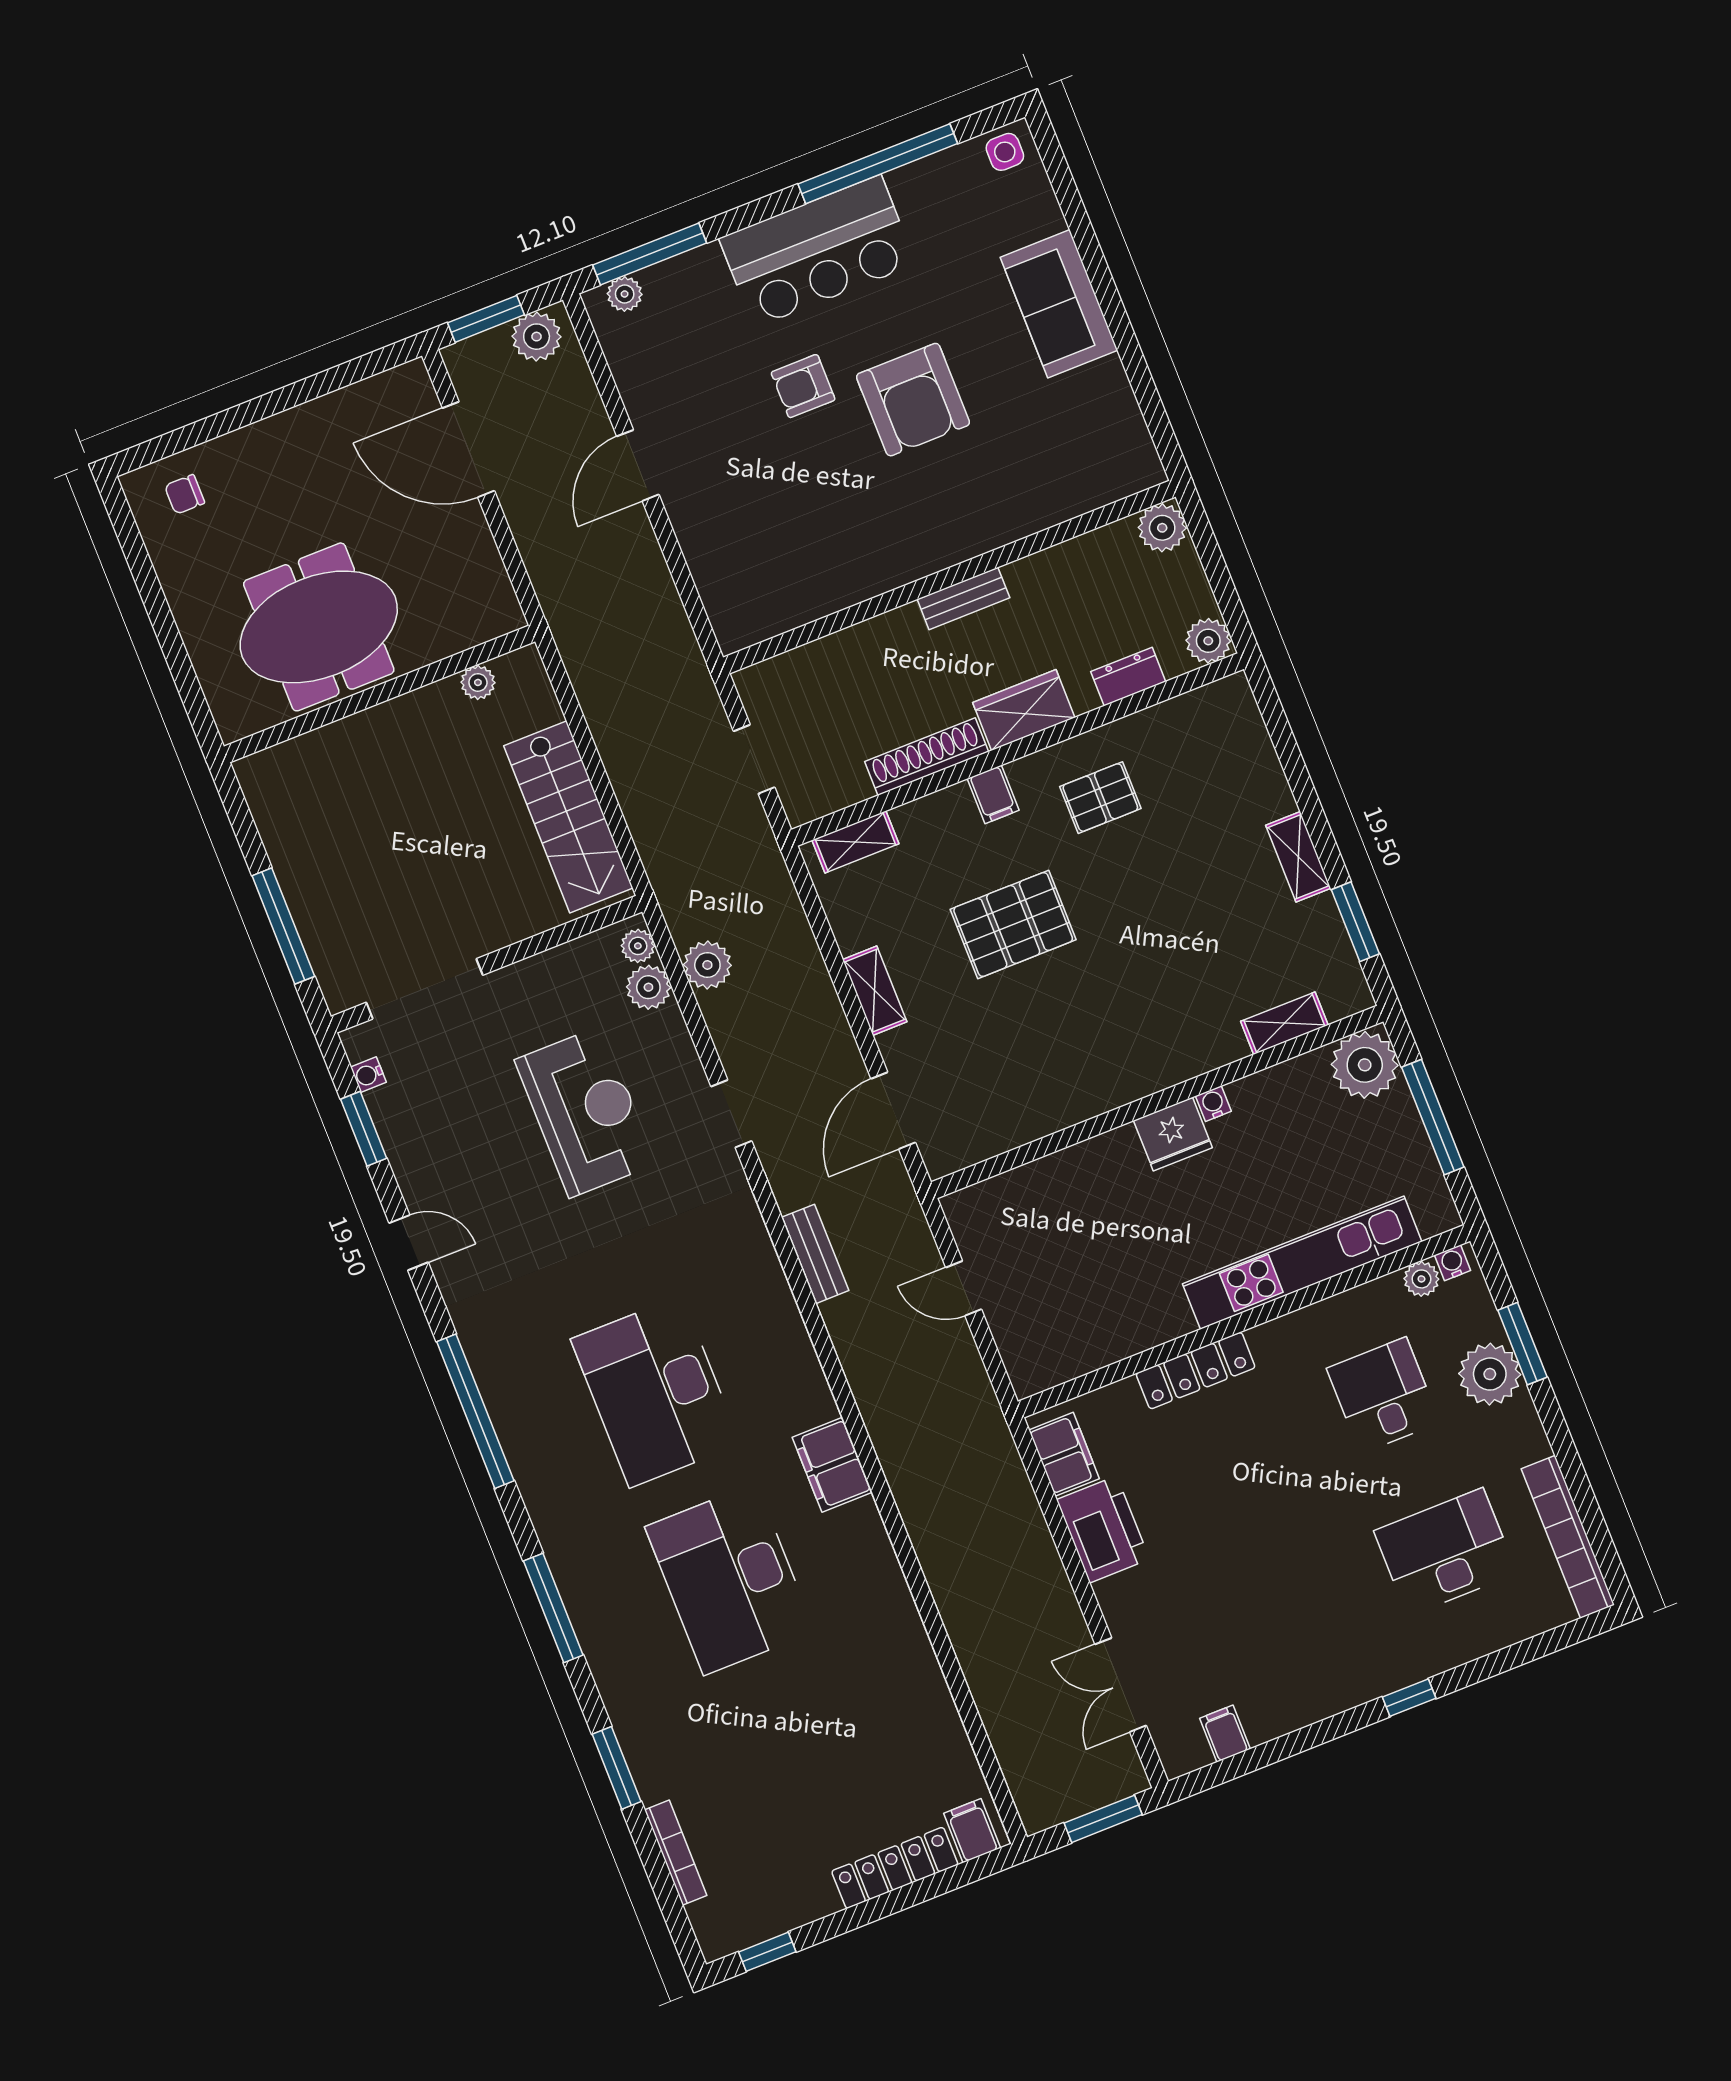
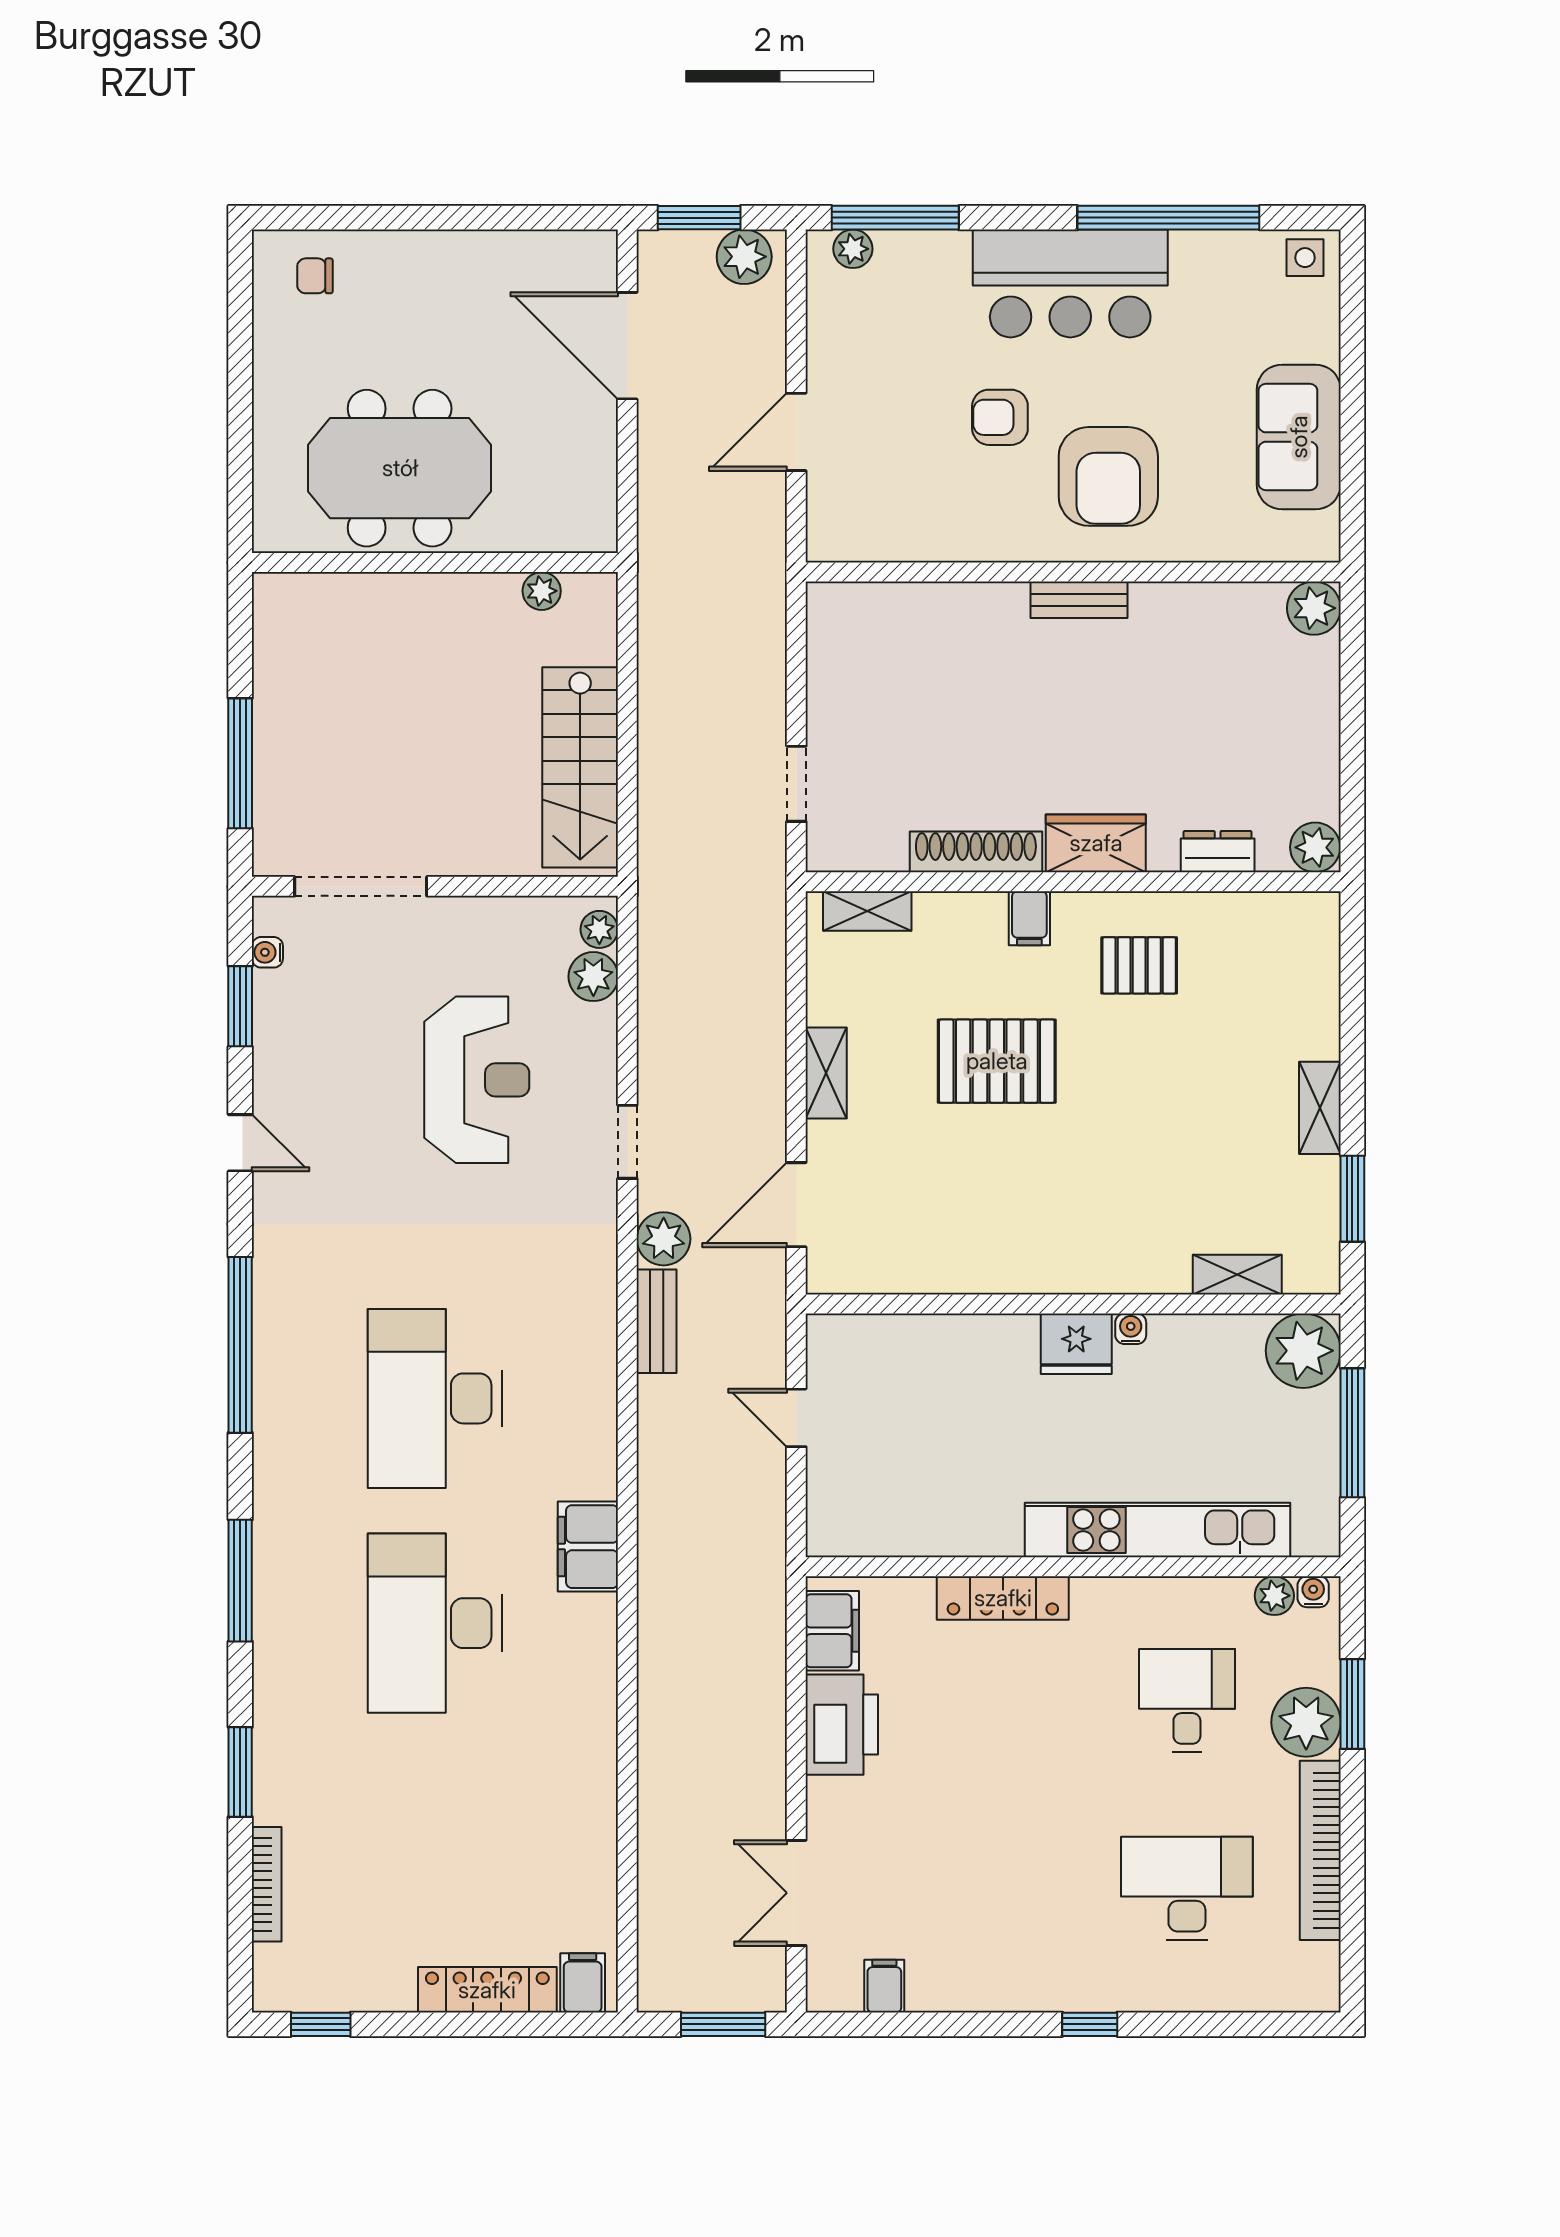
plant: (1162, 528) -> (1314, 608), moved
wall: (949, 577) -> (1073, 572), moved
bench: (963, 598) -> (1079, 600), moved
plant: (707, 965) -> (664, 1239), moved
bookcase: (1568, 1537) -> (1320, 1850), moved

